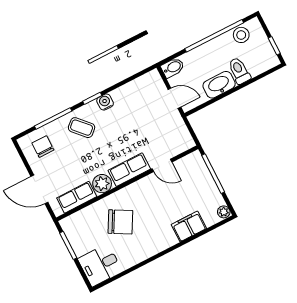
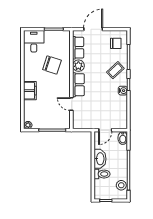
door: (162, 165) -> (71, 104), hinge flipped
chair: (120, 222) -> (52, 65), turned -101
filing cabinet: (189, 226) -> (30, 91), moved

